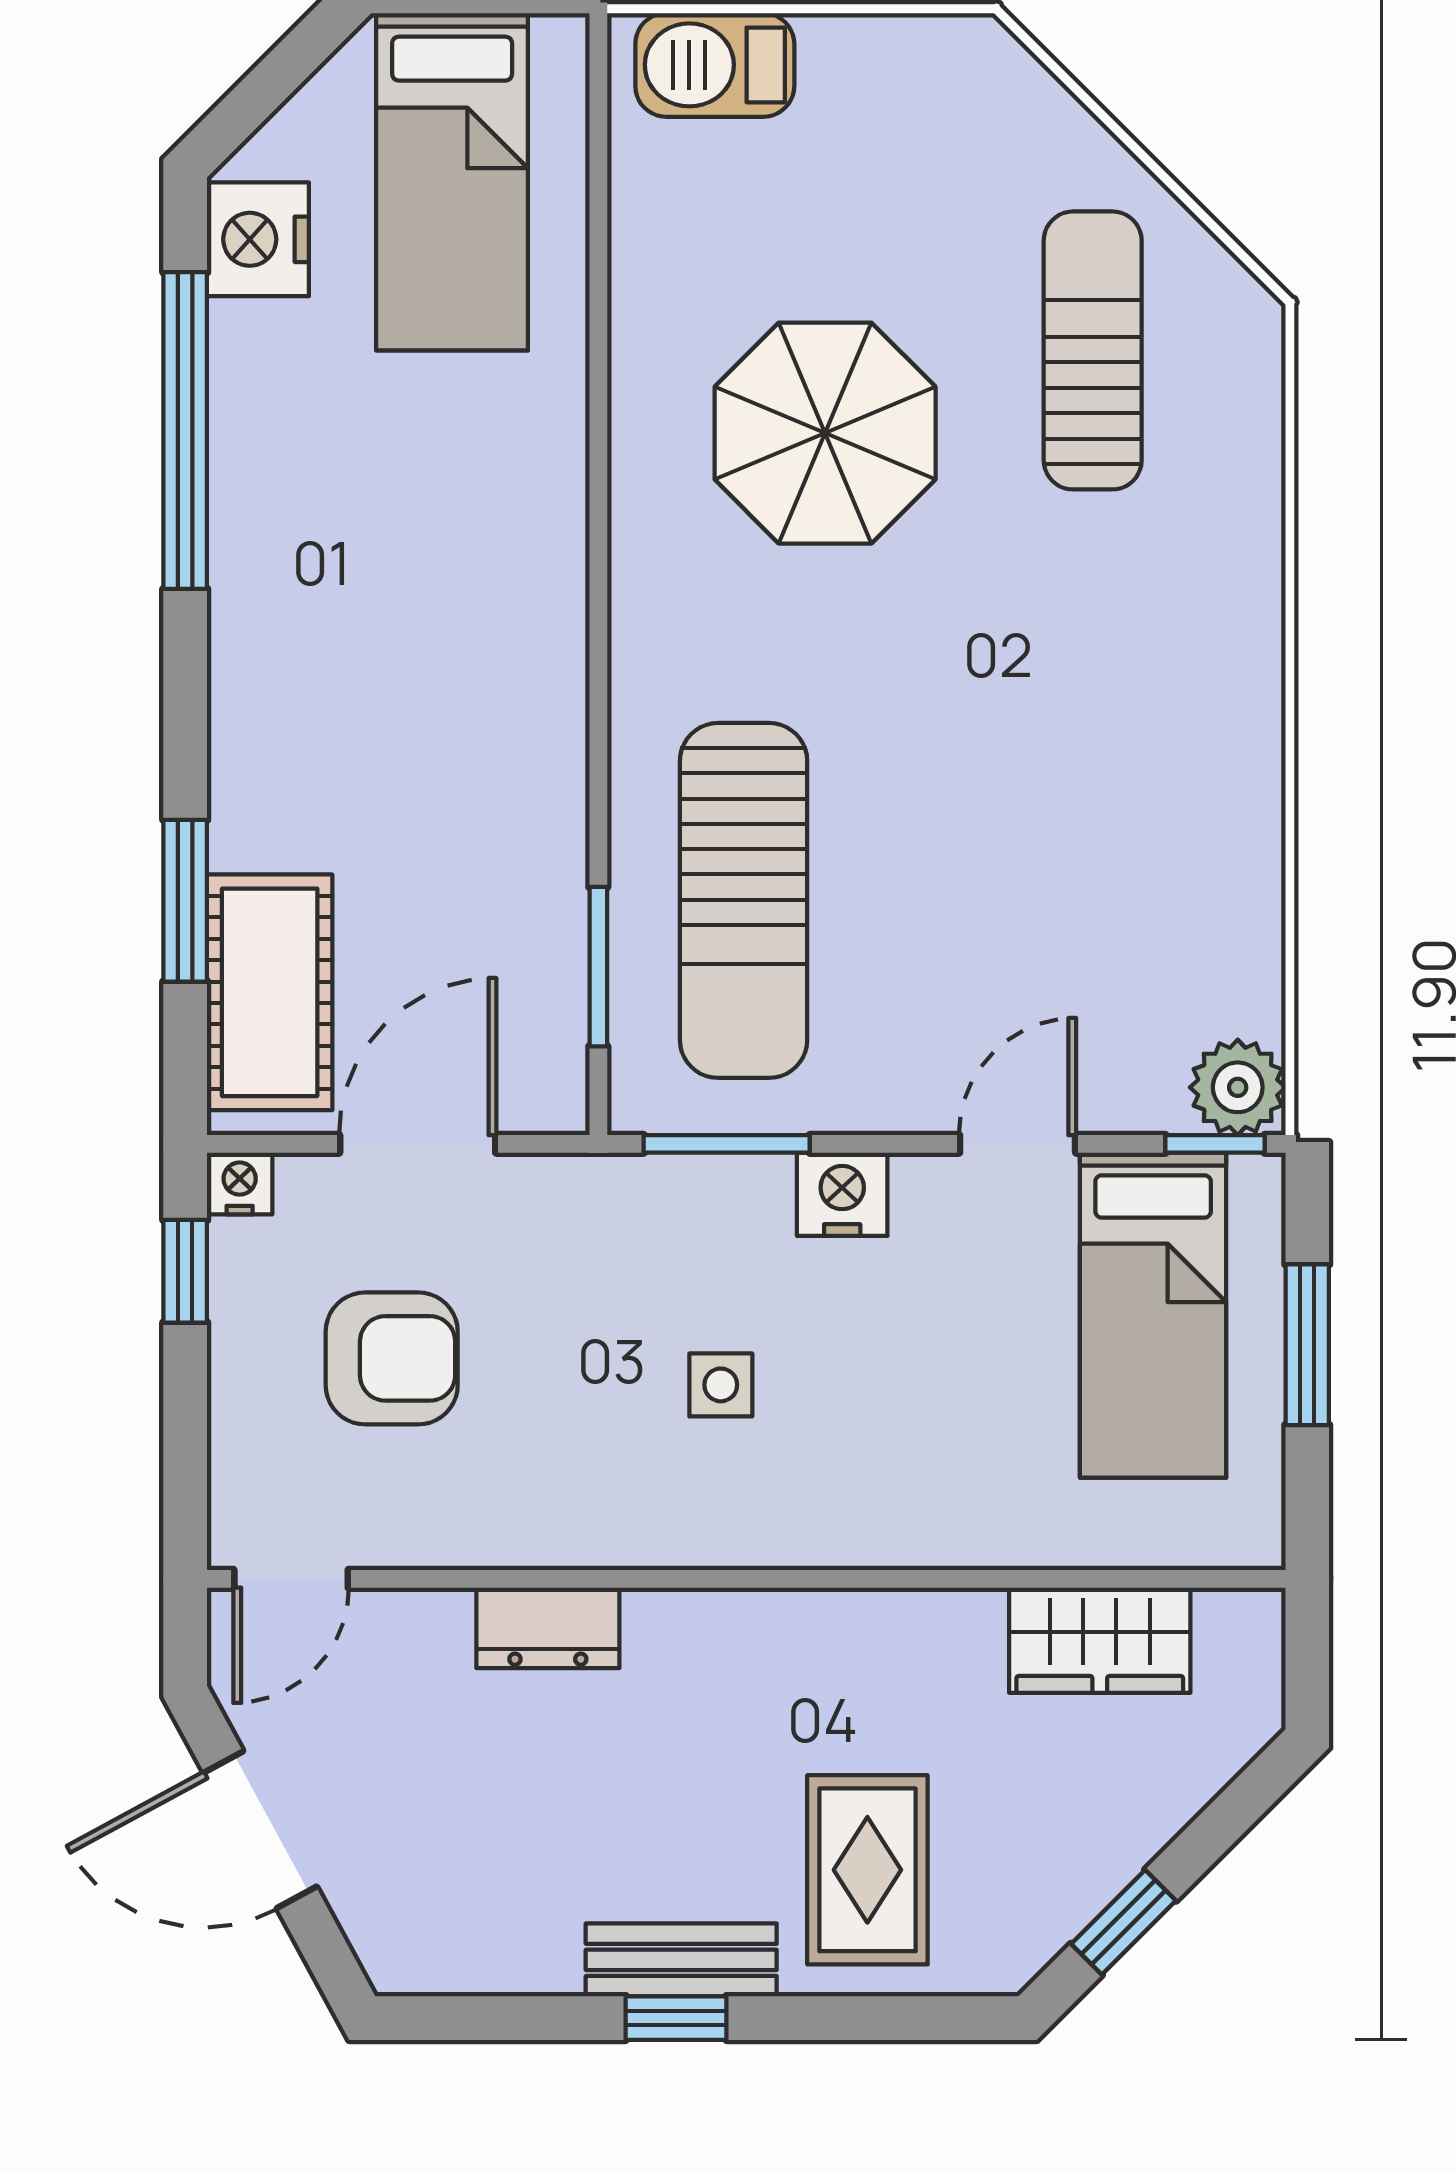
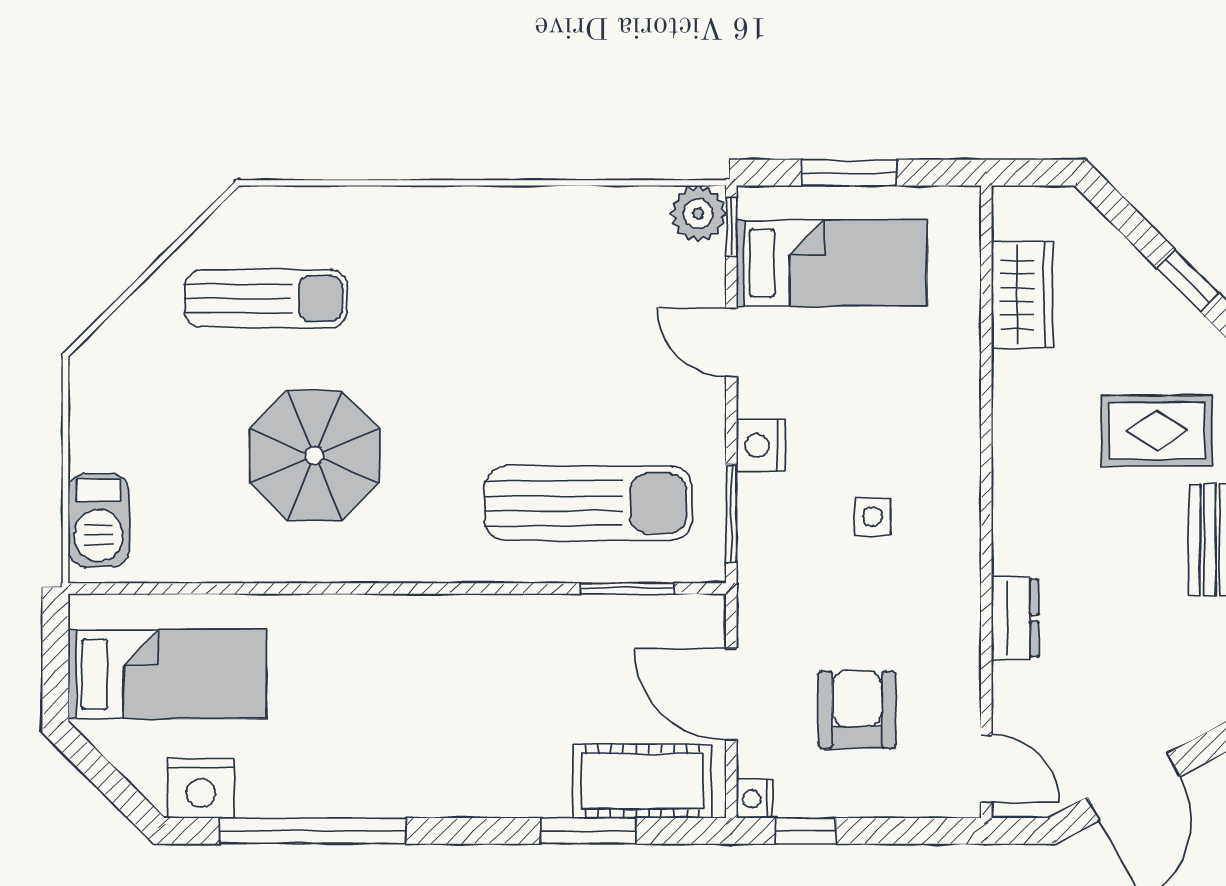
sun lounger: (1093, 350) -> (266, 299), turned 180

